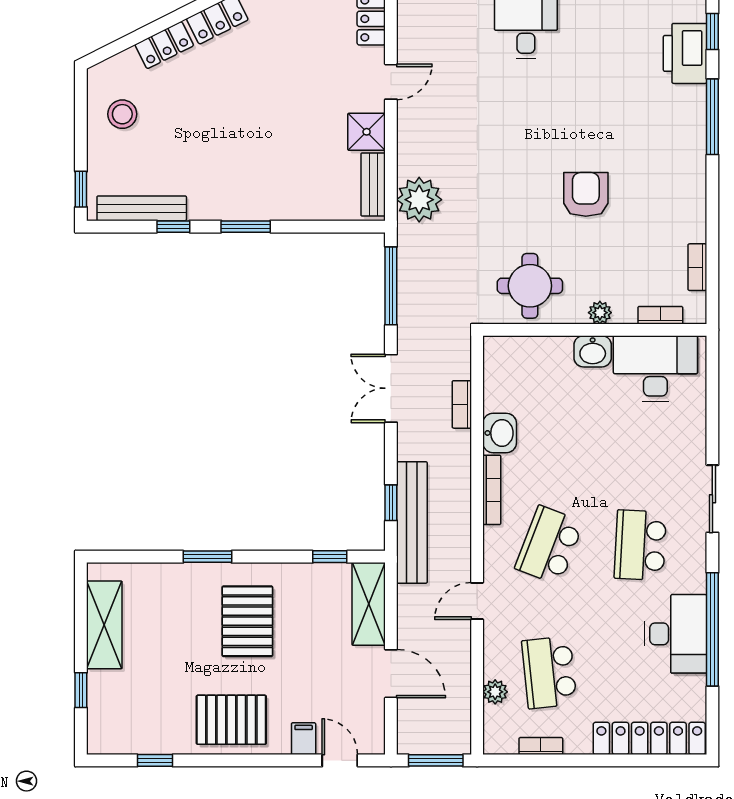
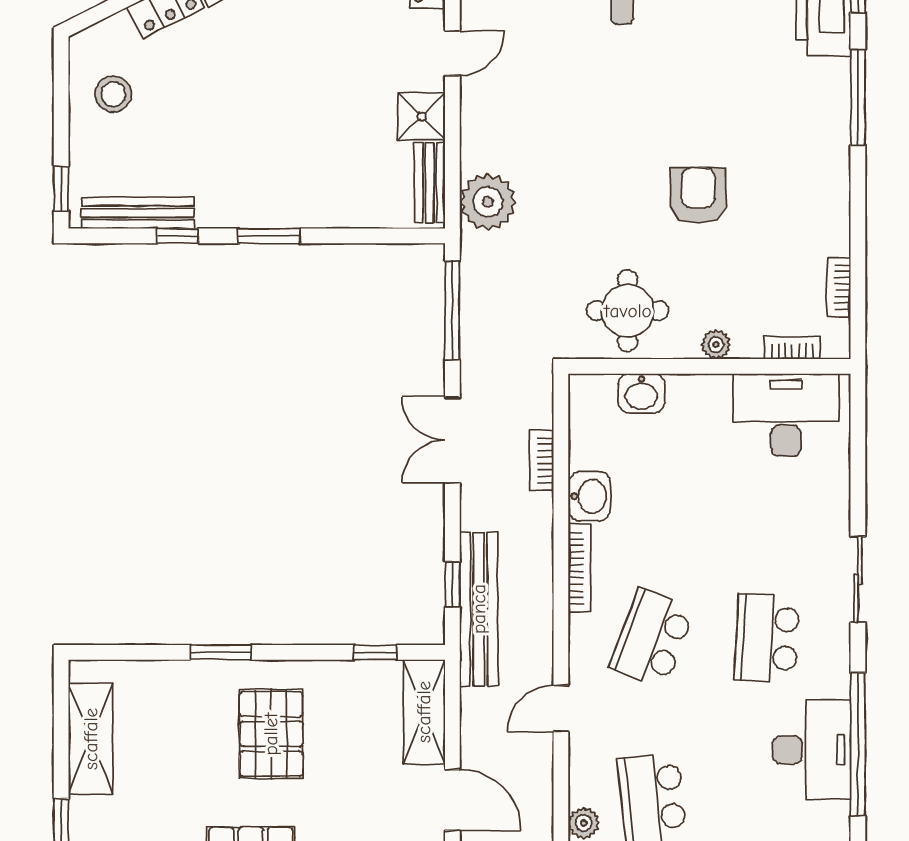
washbasin: (593, 351) -> (641, 393), moved

